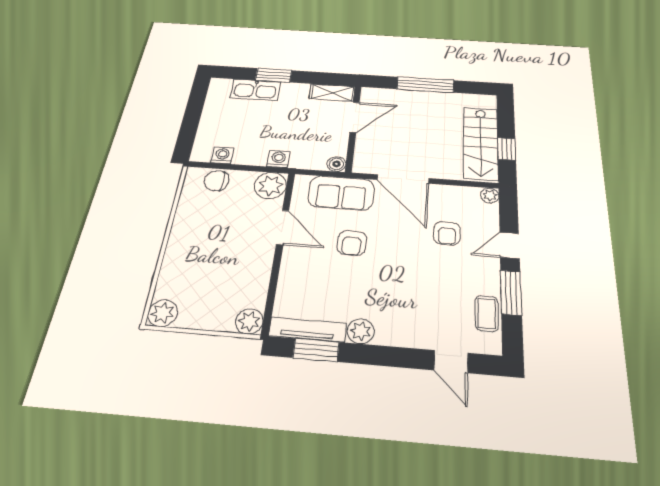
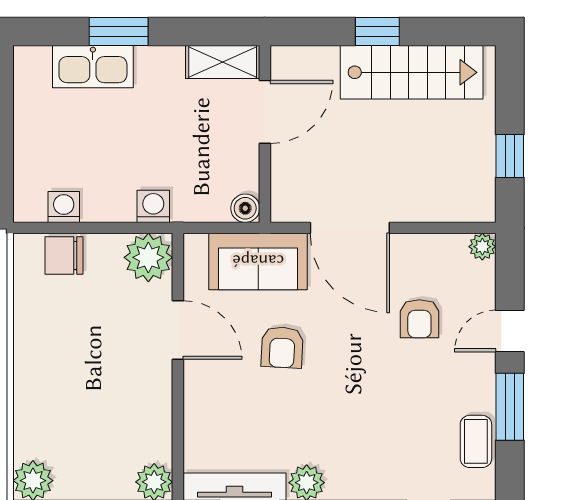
window: (425, 85) -> (377, 31), width x0.46
stairs: (481, 143) -> (412, 72), moved, turned -90

